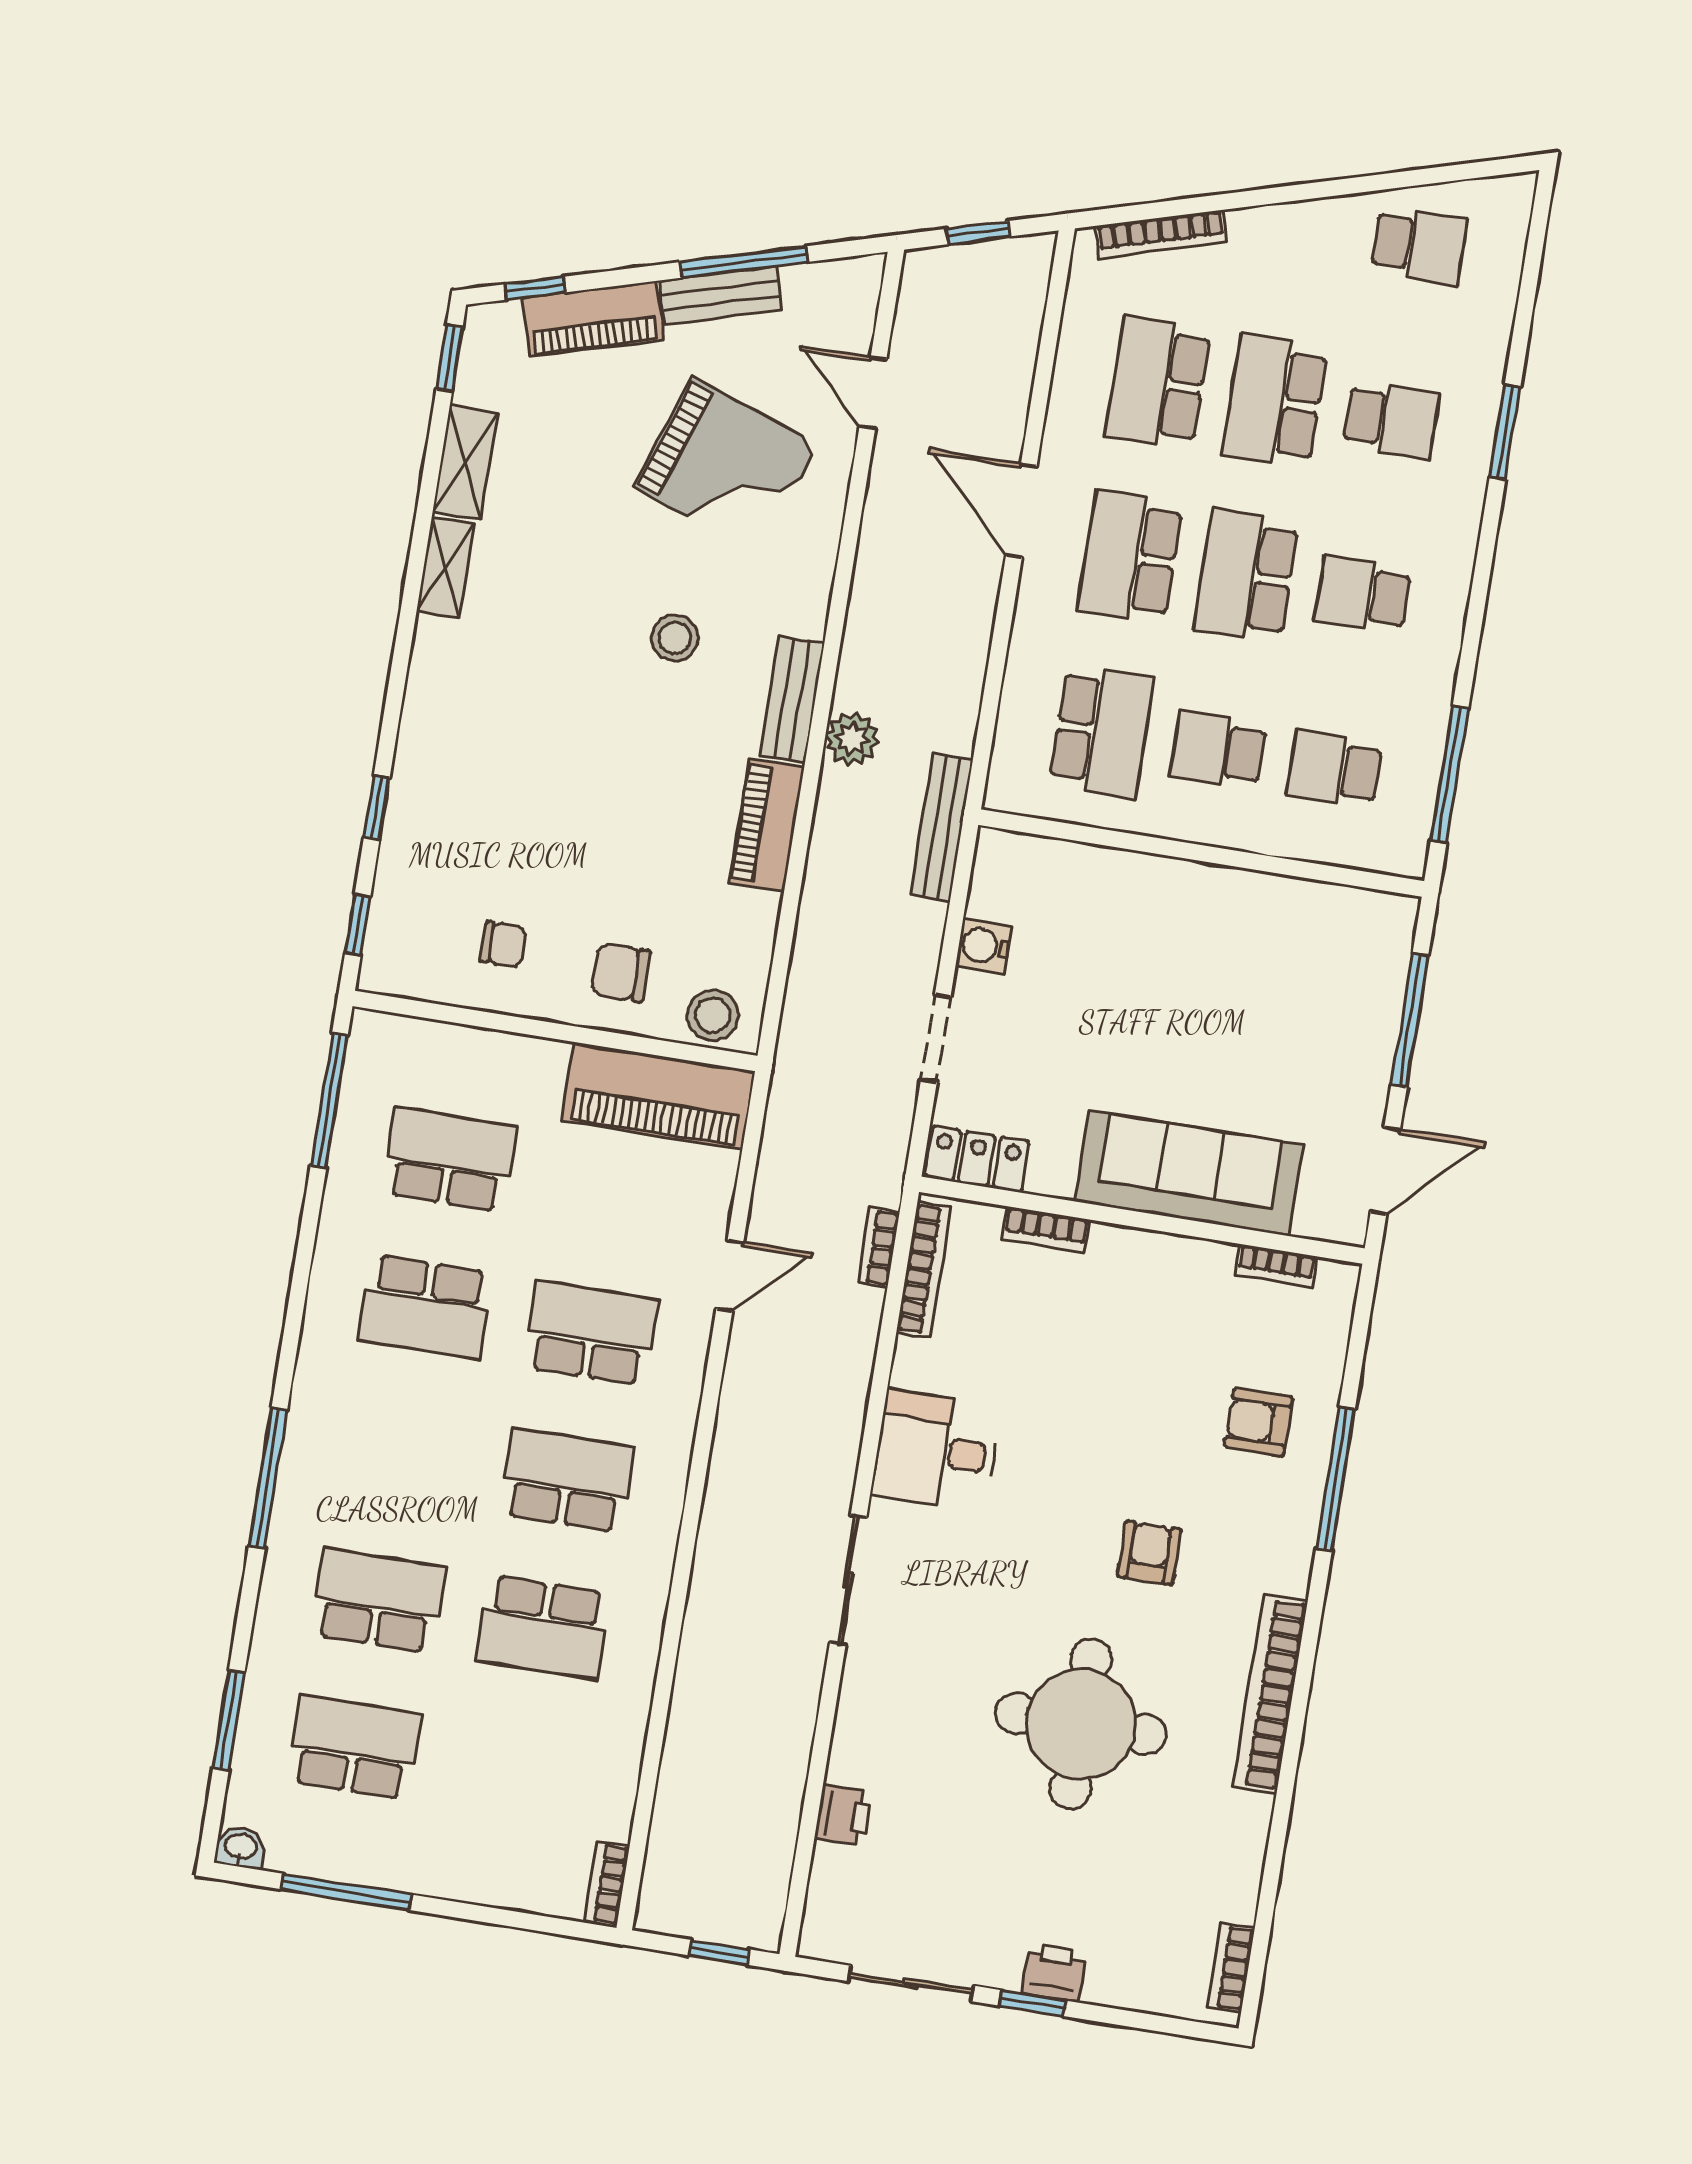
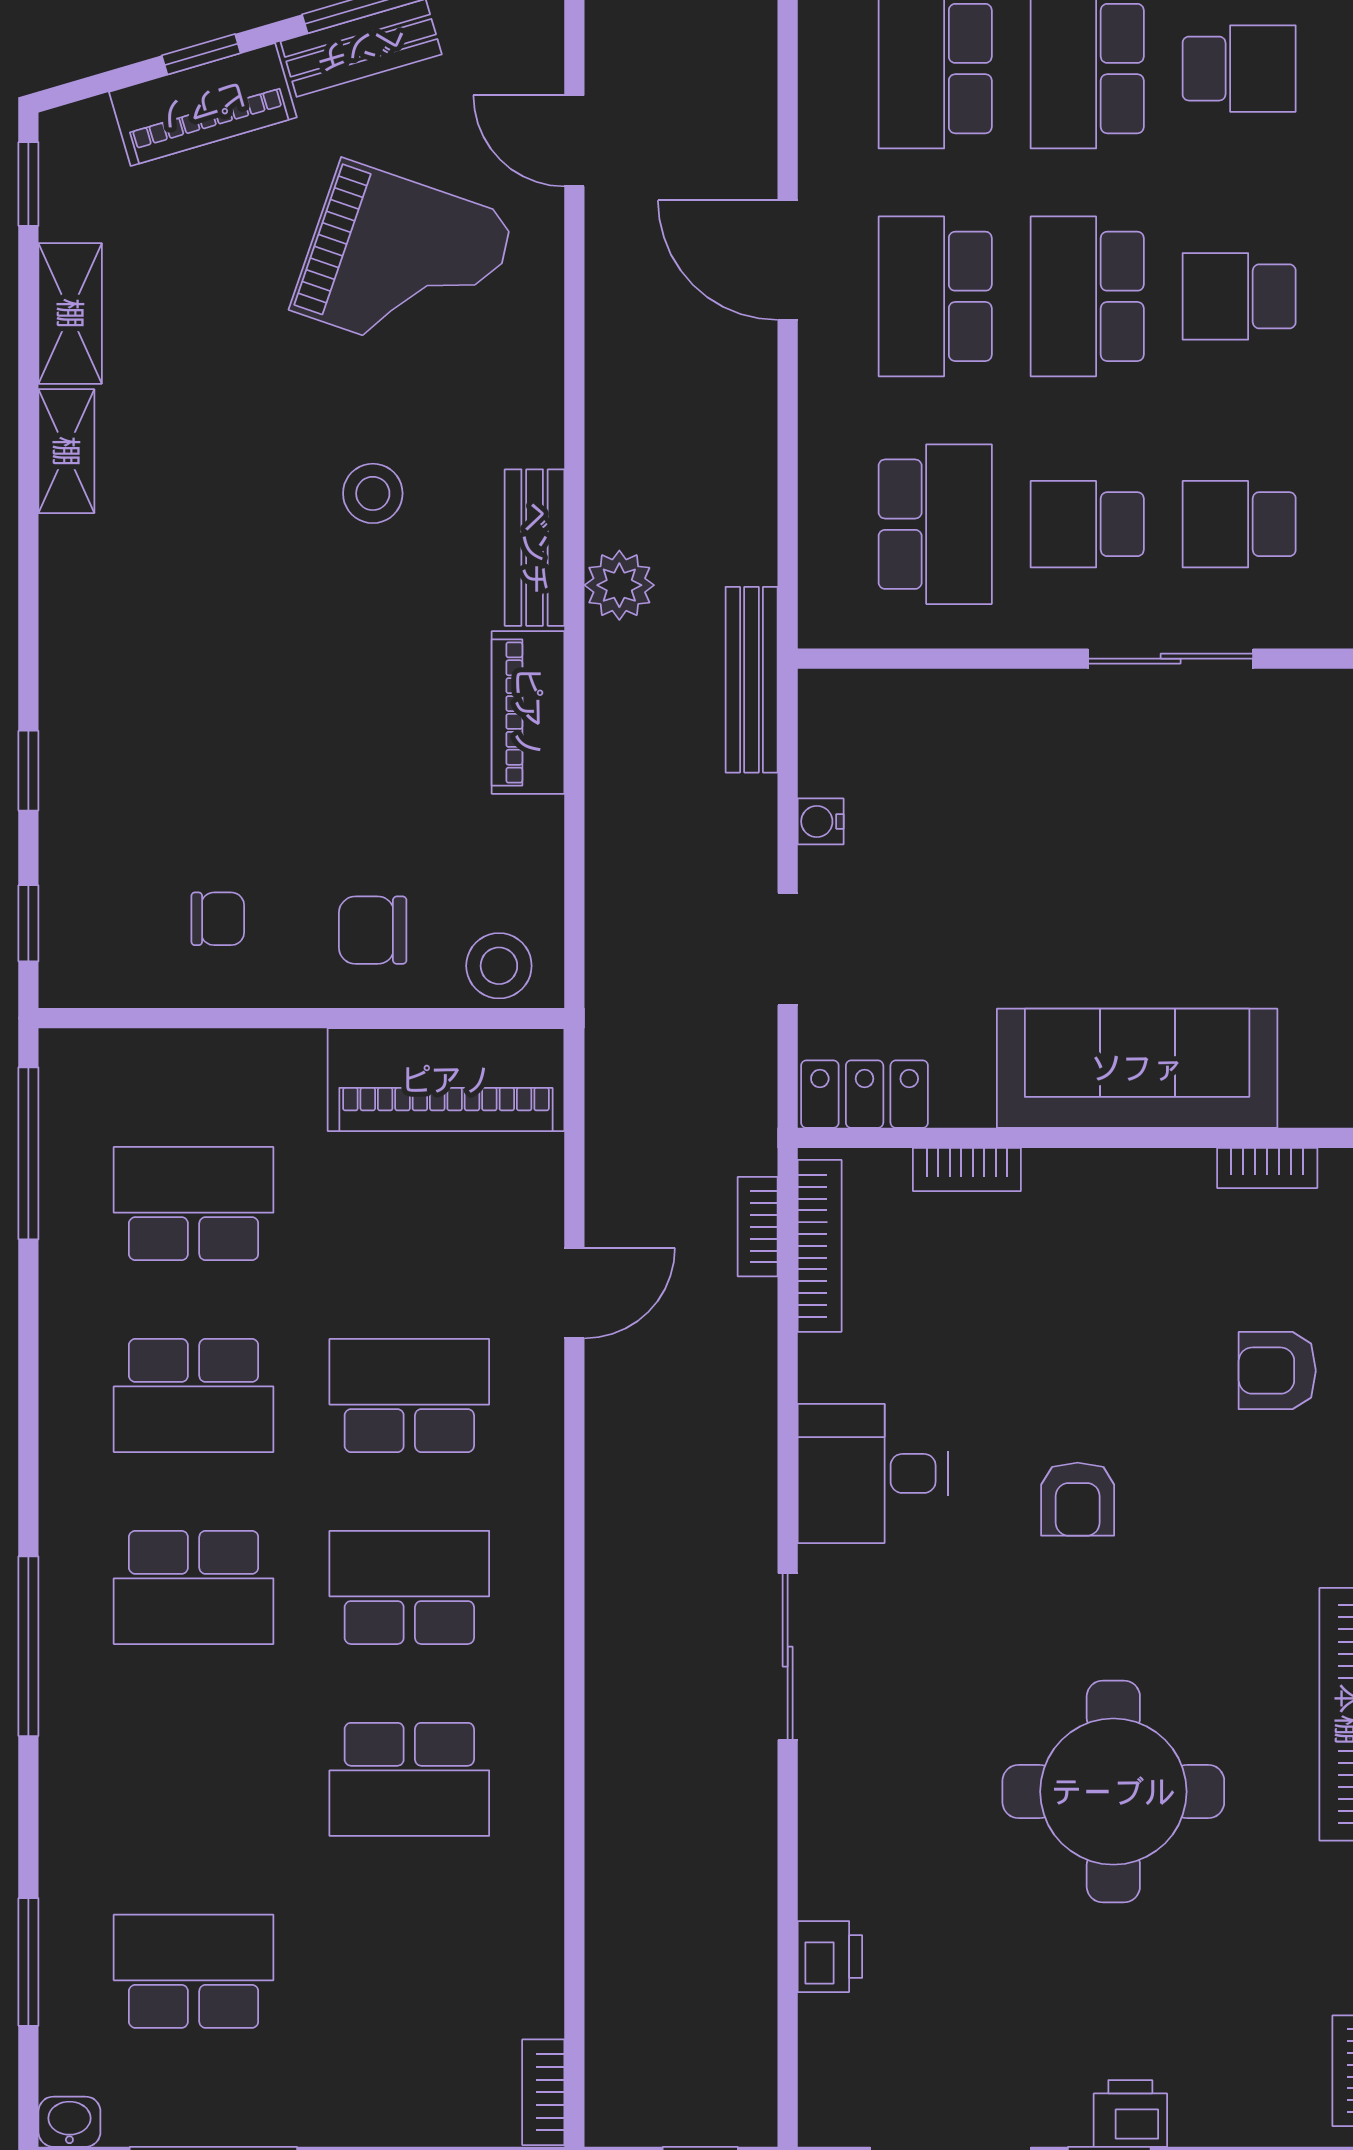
window: (535, 288) -> (201, 54), moved
sliding door: (1265, 863) -> (1171, 659), added
water cooler: (984, 946) -> (821, 821), width x0.72, depth x0.72
armchair: (1149, 1553) -> (1078, 1499), moved, turned 180
school desk: (378, 1601) -> (194, 1587), moved, turned 180

